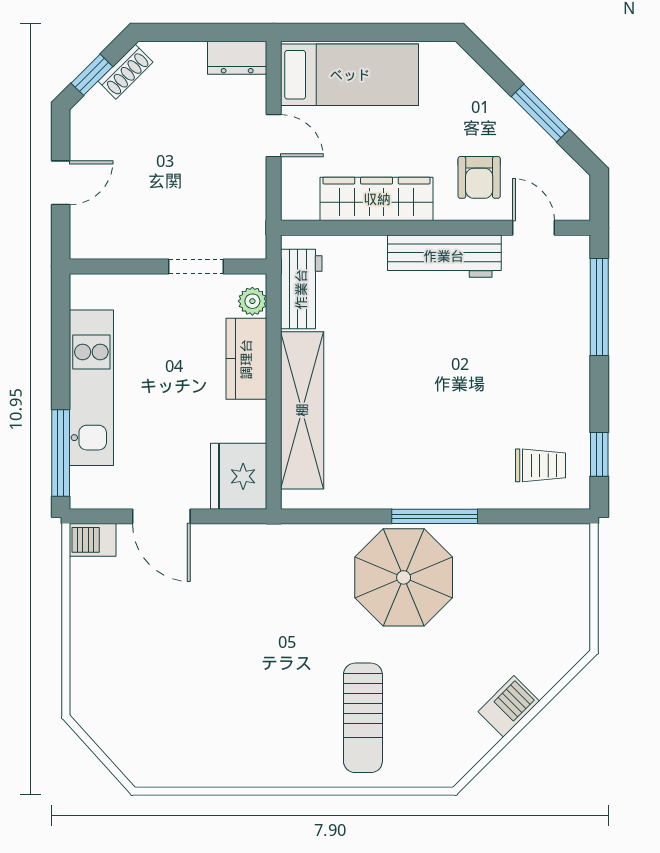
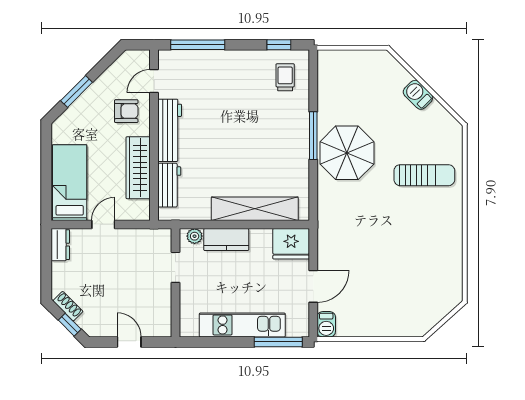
window: (540, 113) -> (77, 92), moved
workbench: (301, 289) -> (169, 185), moved, turned 90

